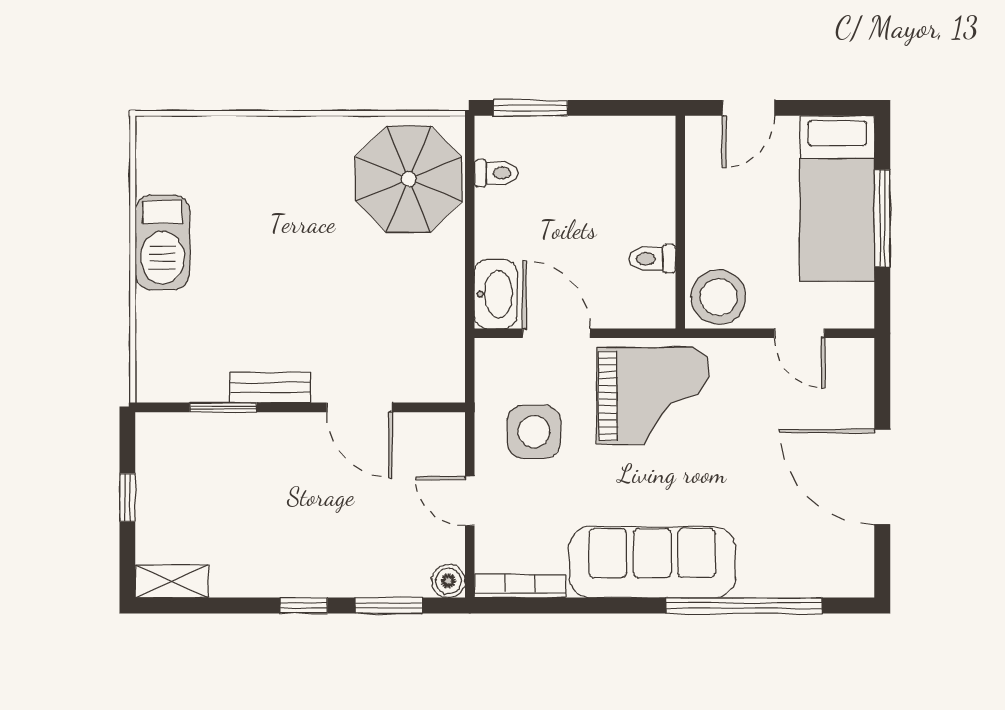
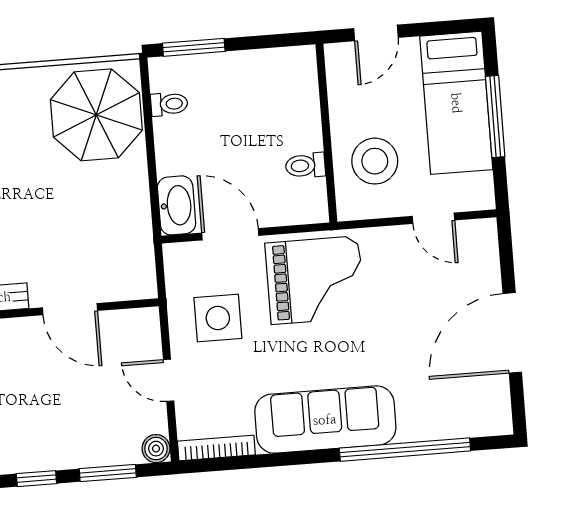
stool: (718, 297) -> (375, 161), moved
door: (882, 477) -> (512, 333), hinge flipped

